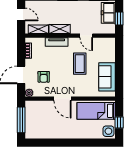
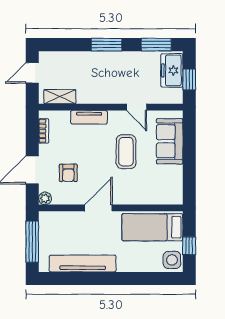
door: (21, 14) -> (32, 73), swing flipped
shelving: (60, 29) -> (94, 96), removed
sofa: (107, 77) -> (170, 141), moved
door: (62, 99) -> (98, 208), swing flipped
tv unit: (53, 133) -> (83, 263), added

